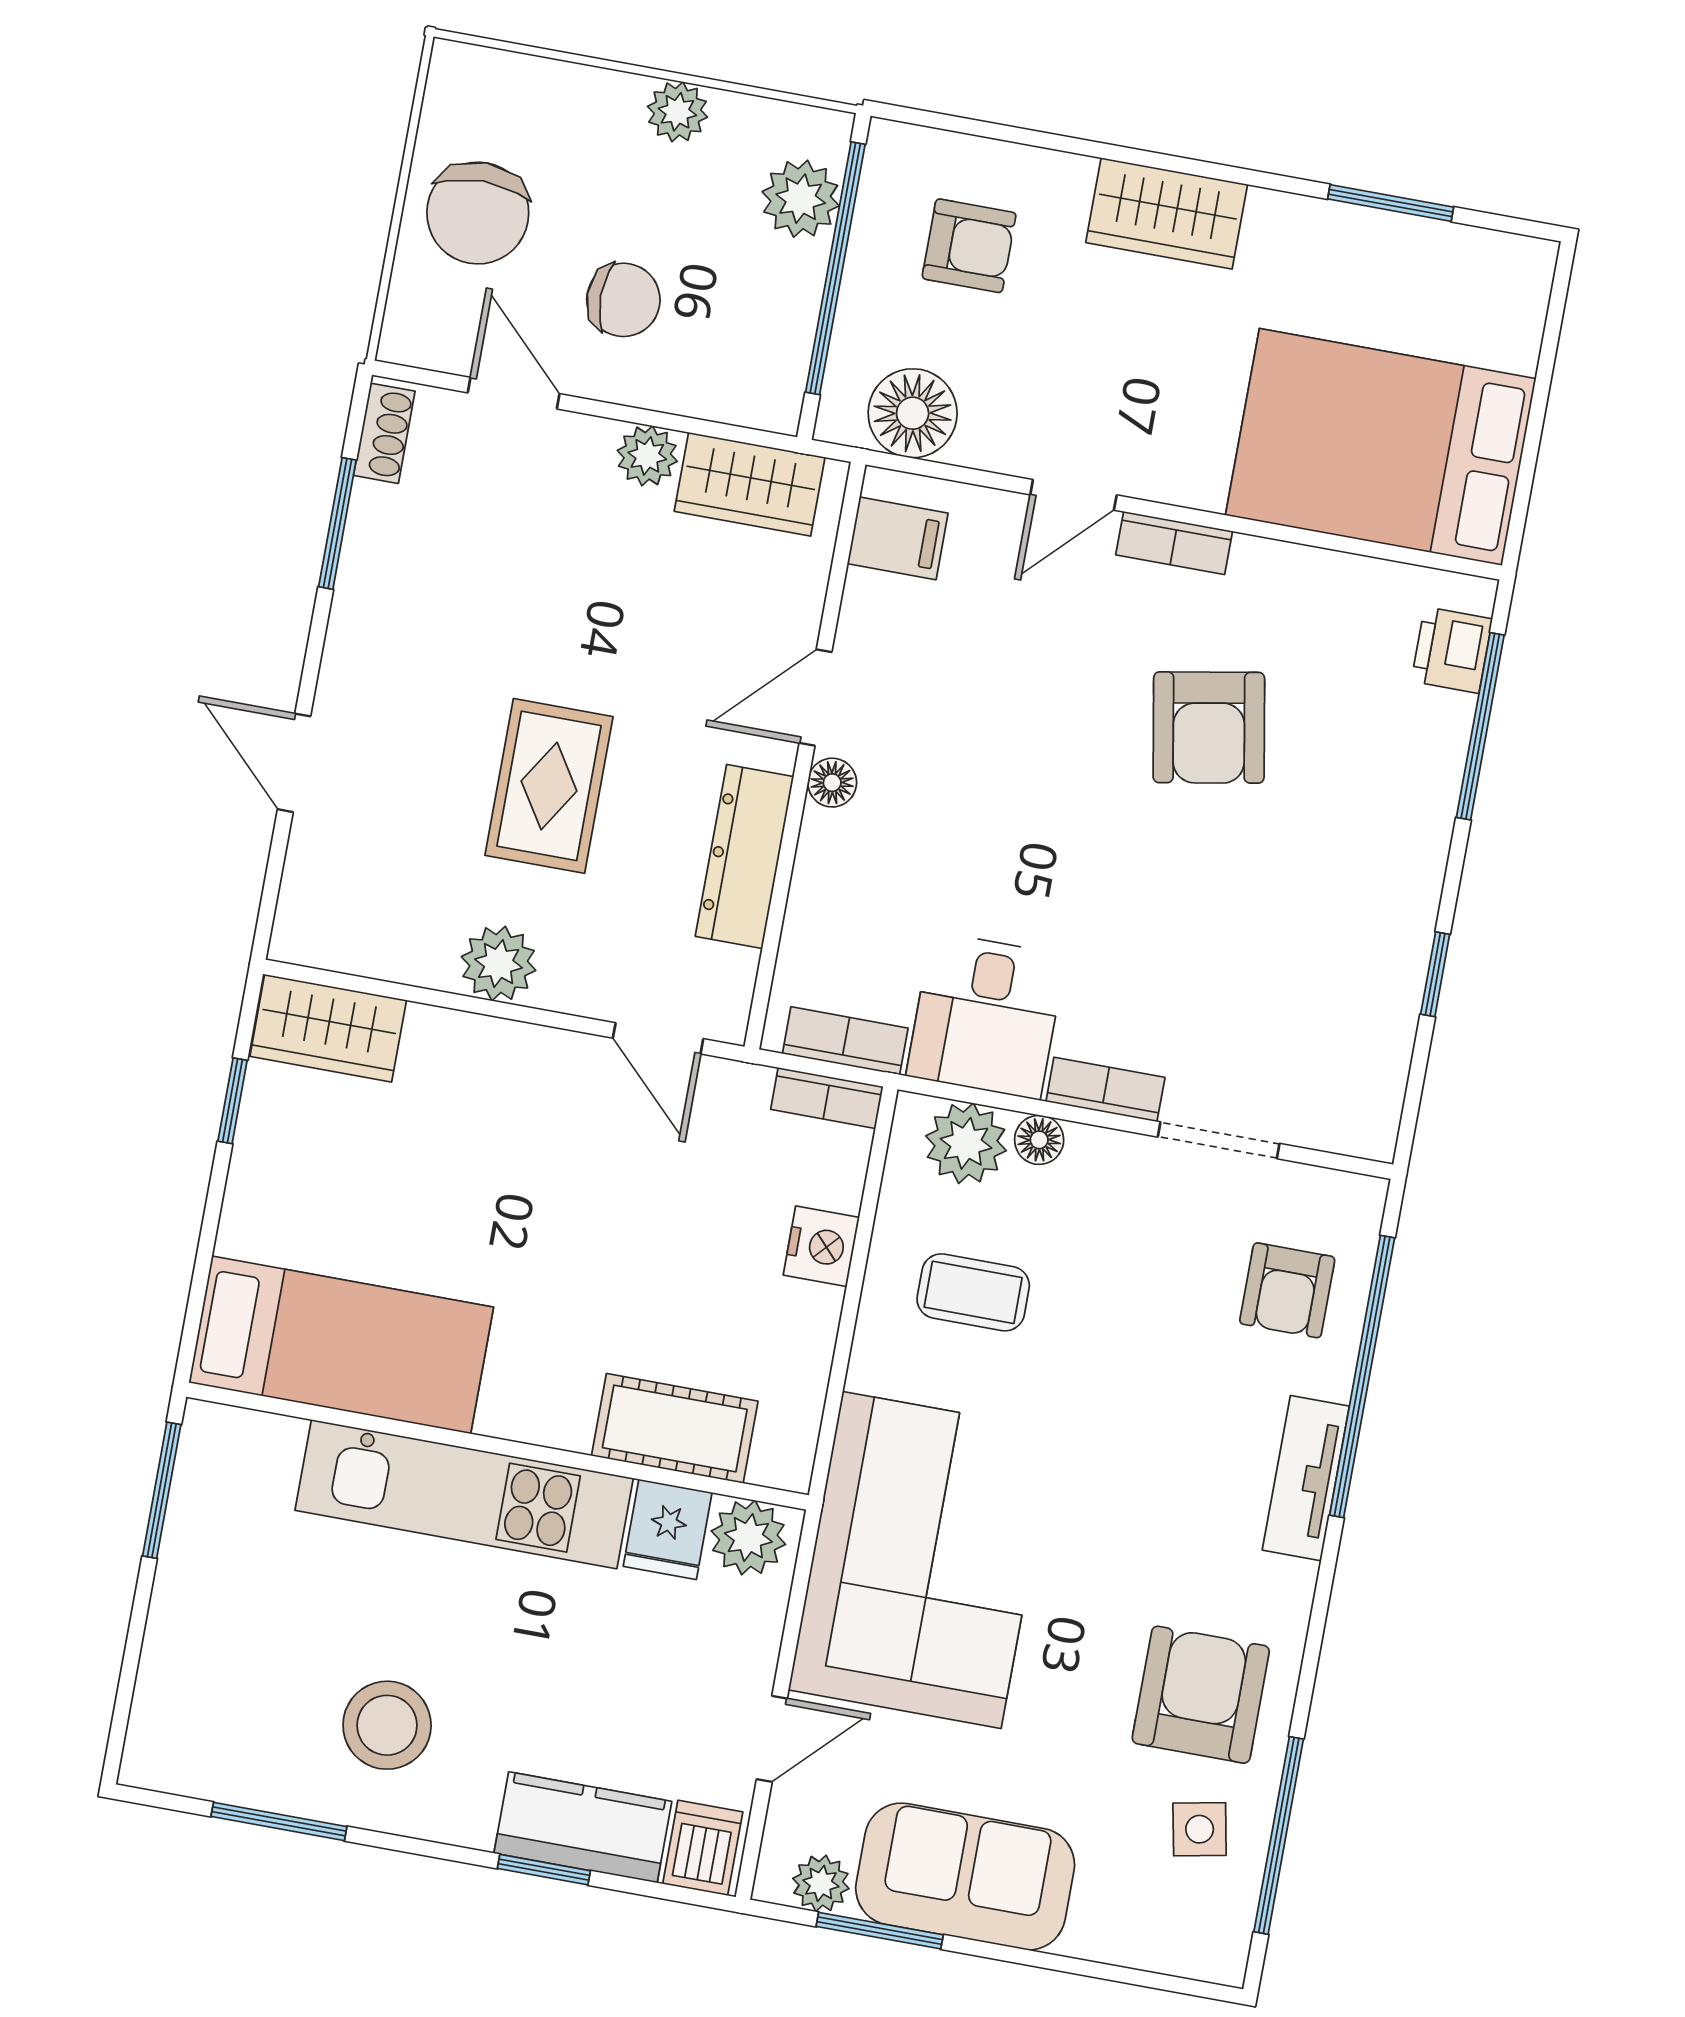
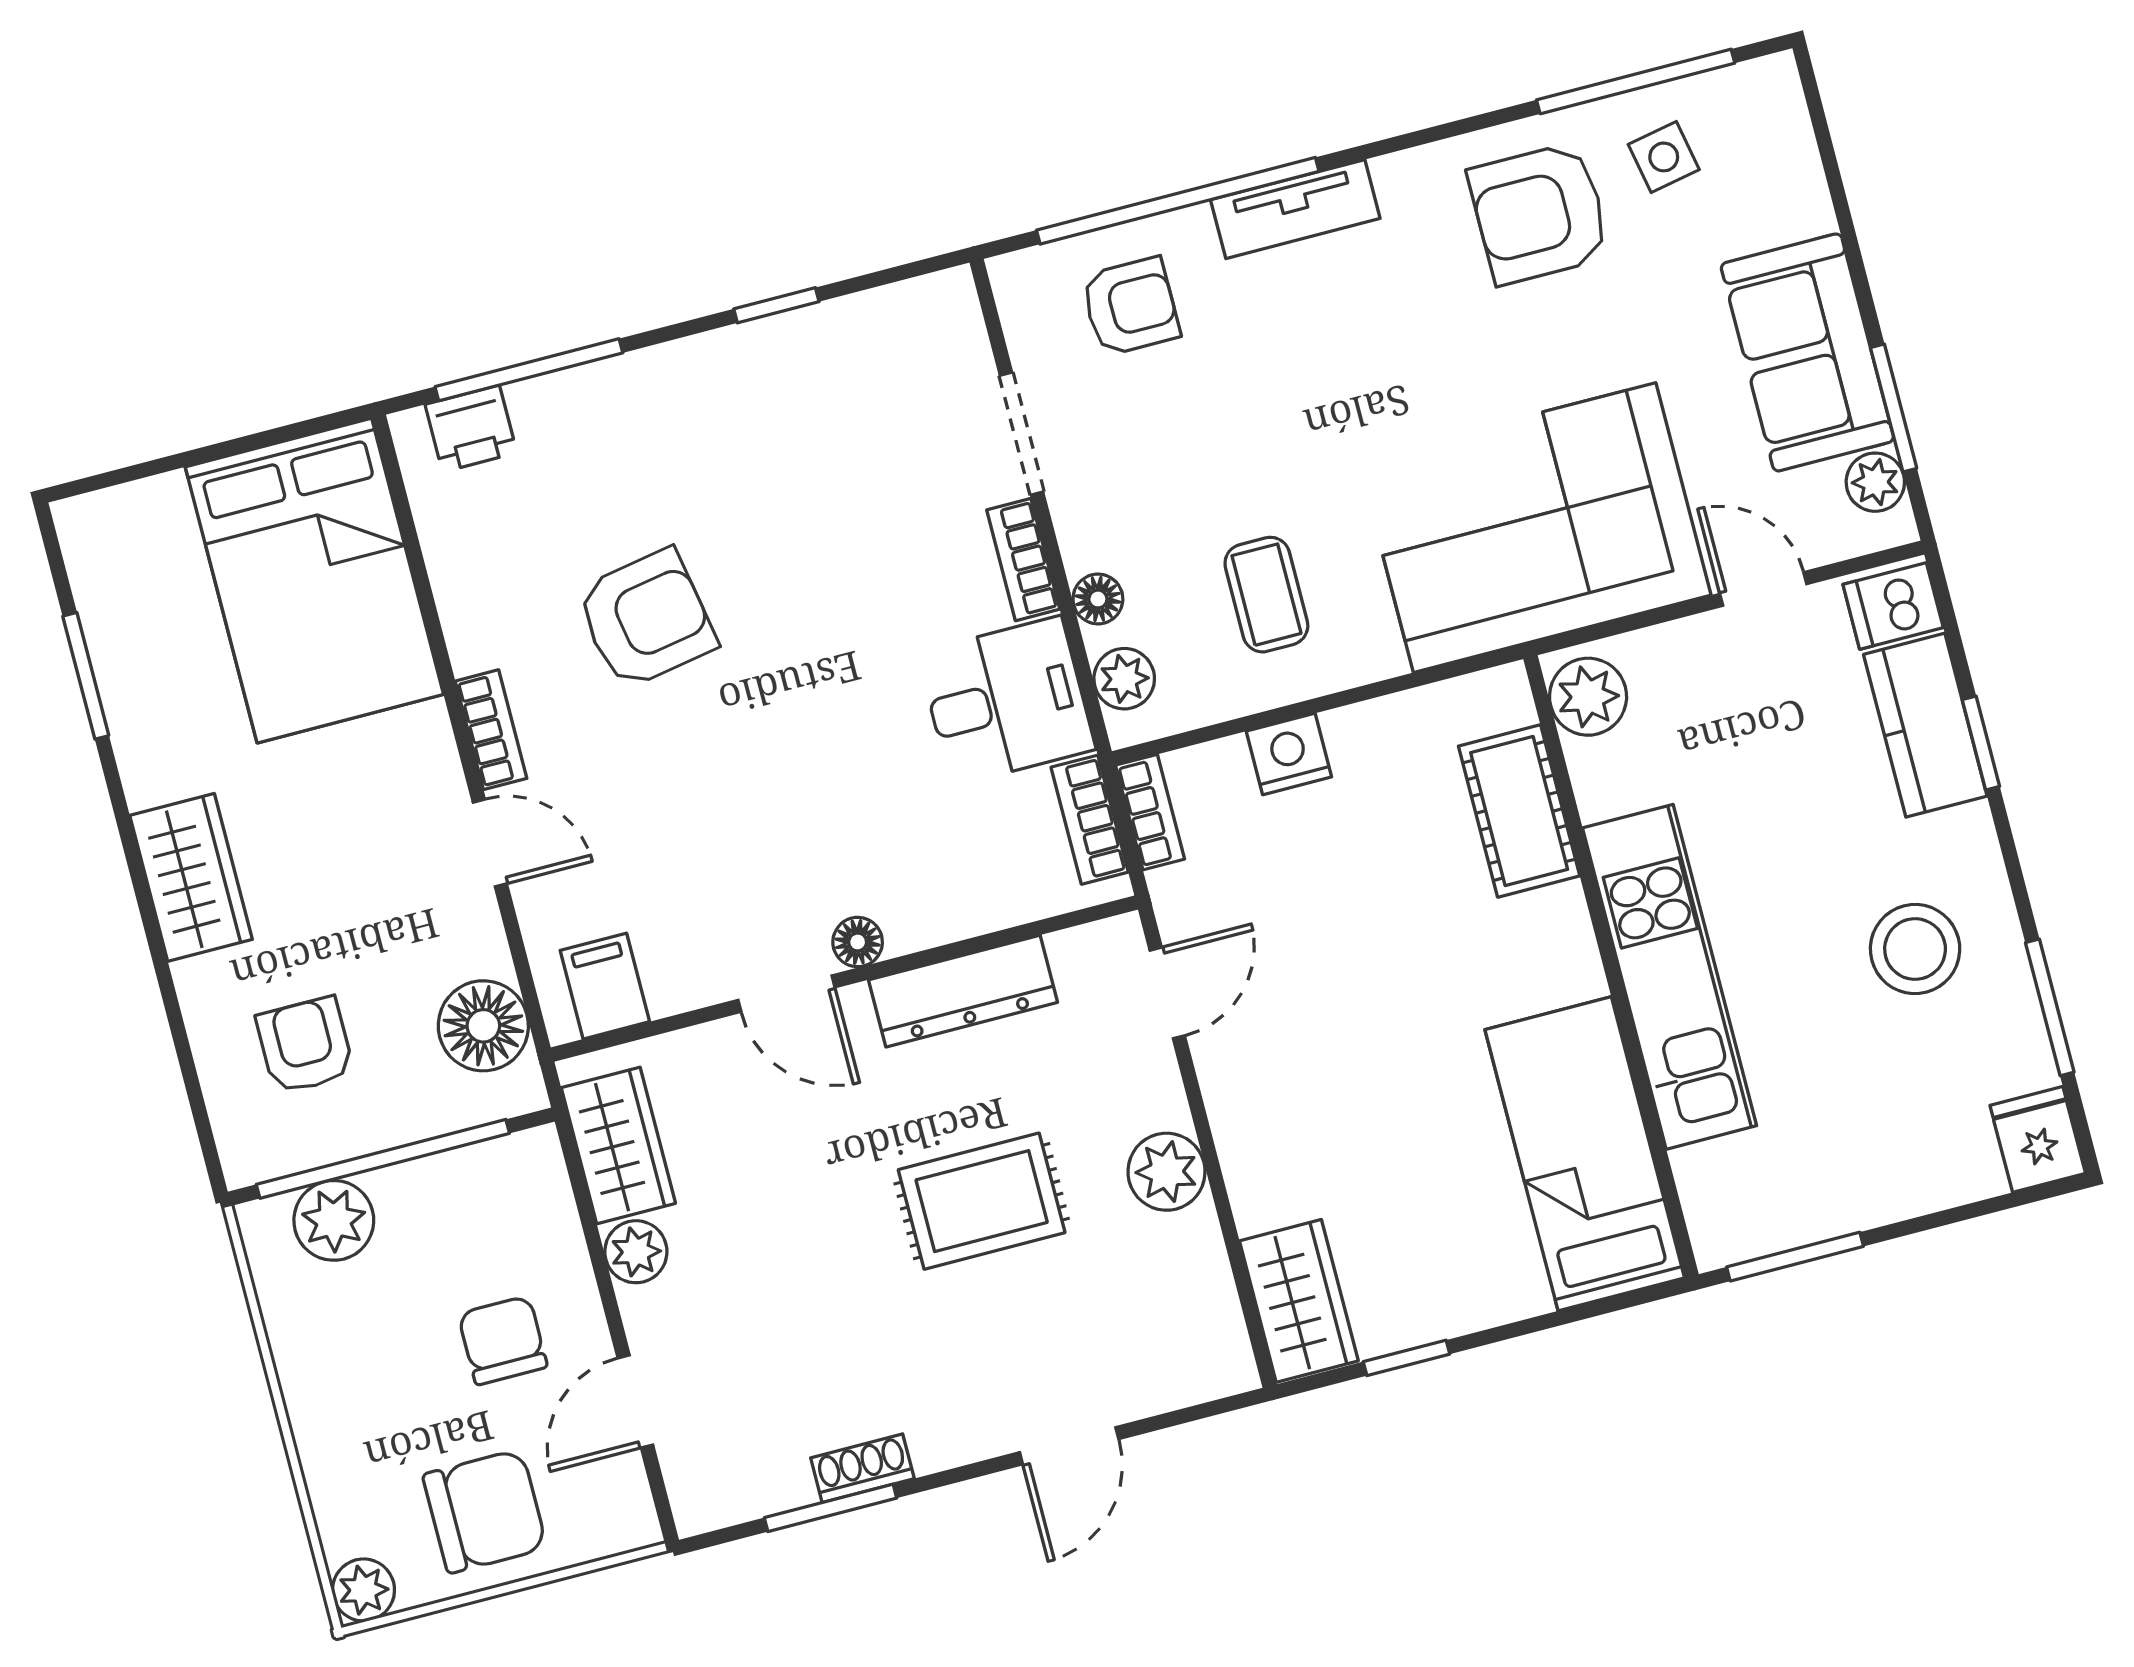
plant: (677, 112) -> (363, 1590), moved
shoe rack: (384, 433) -> (862, 1468), moved
plant: (966, 1143) -> (1124, 679), width x0.73, depth x0.73
fridge: (668, 1529) -> (2038, 1139), moved, turned -90

